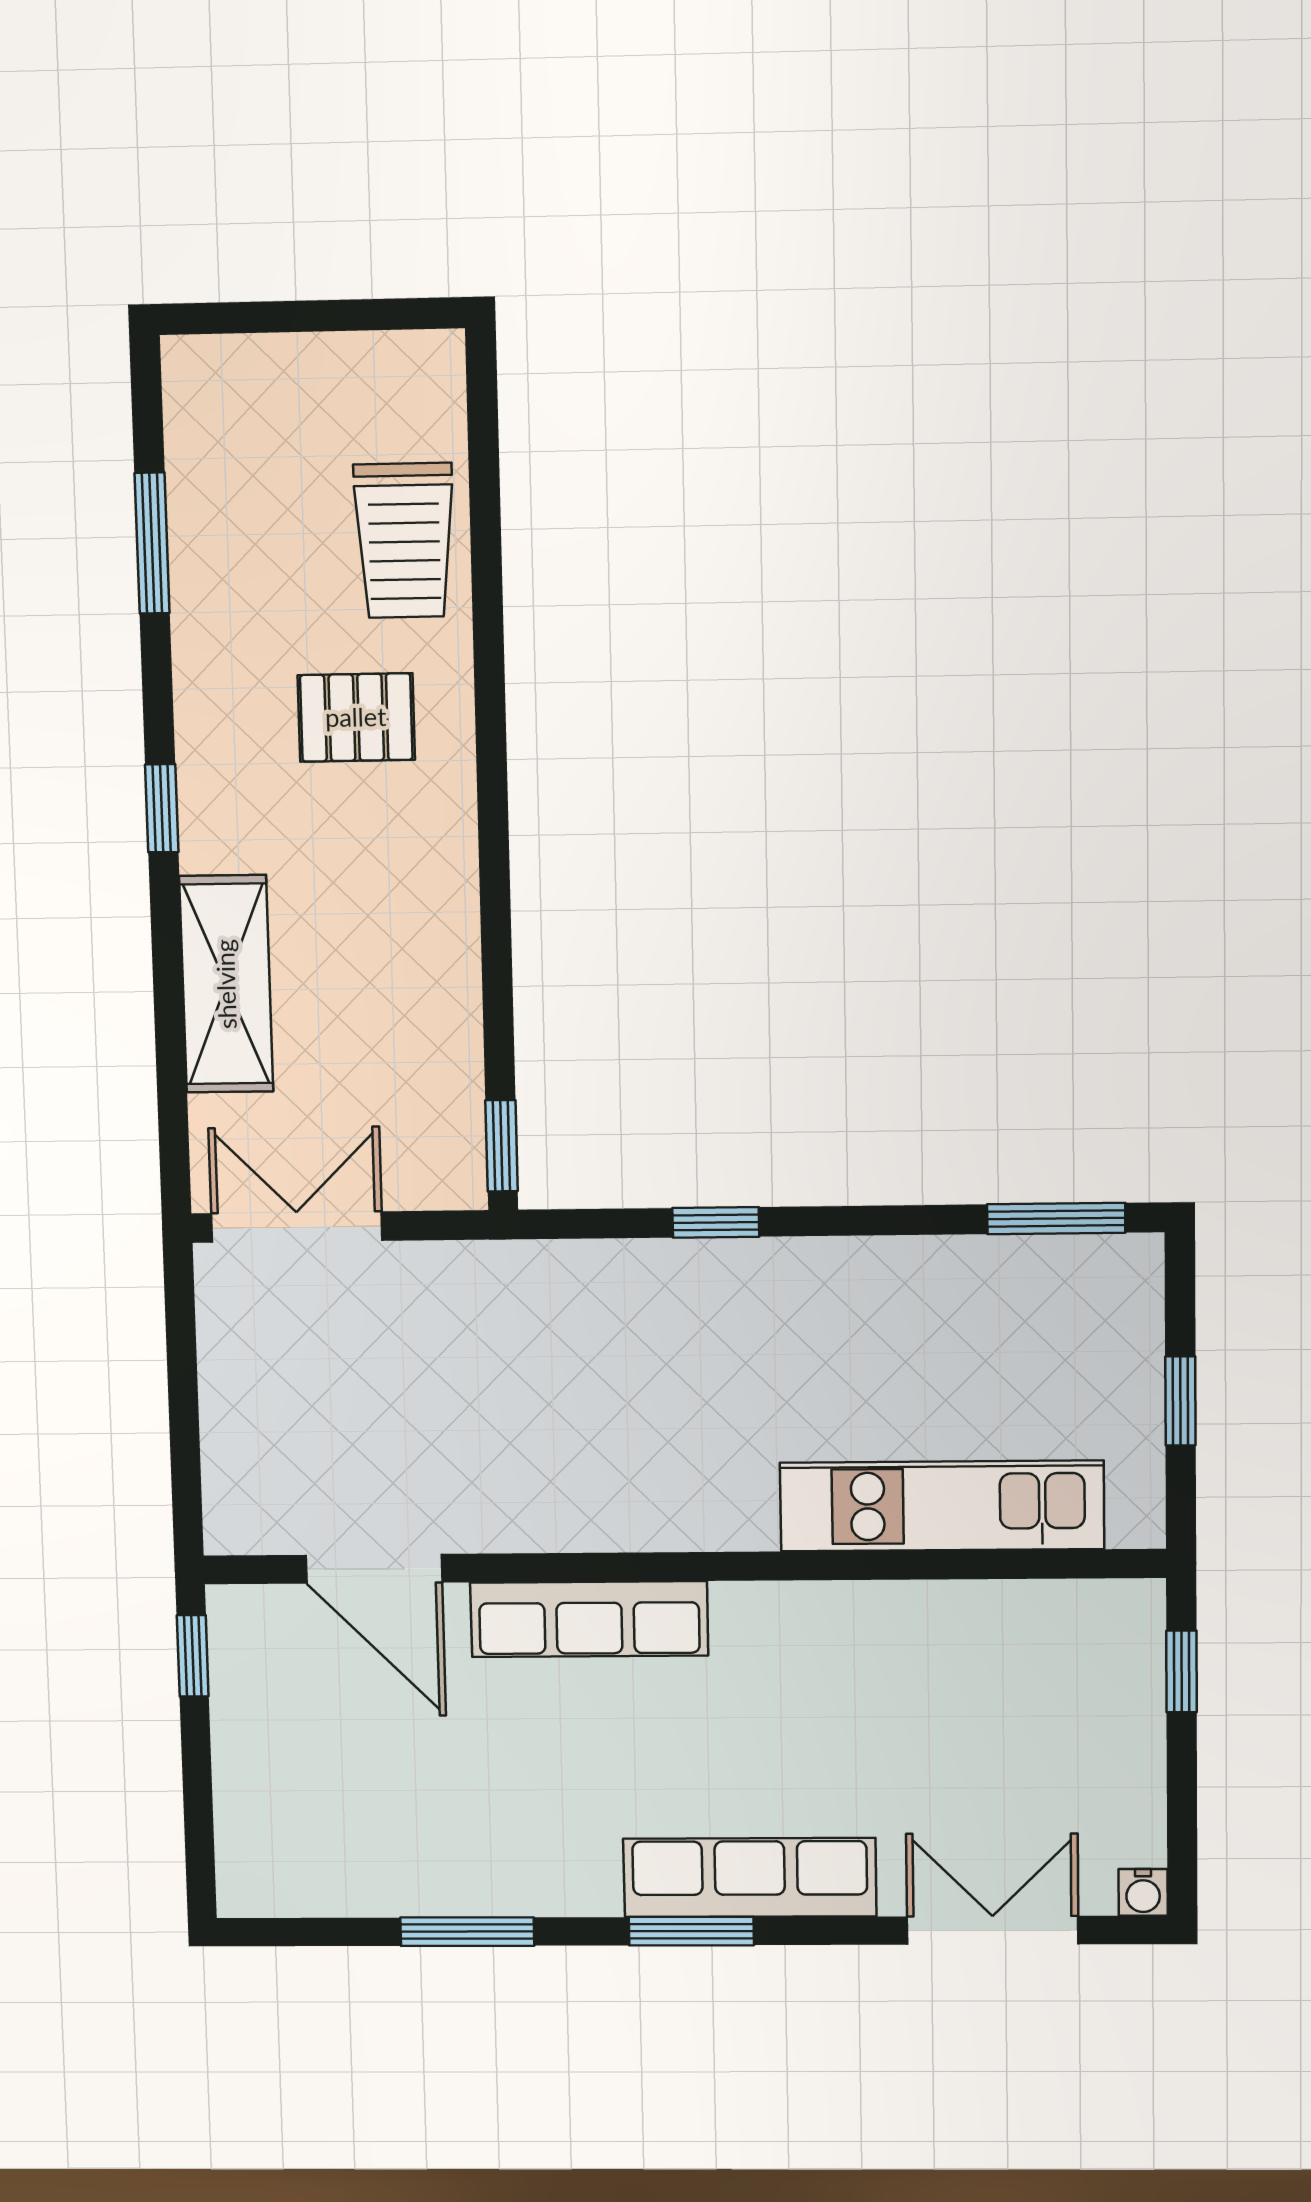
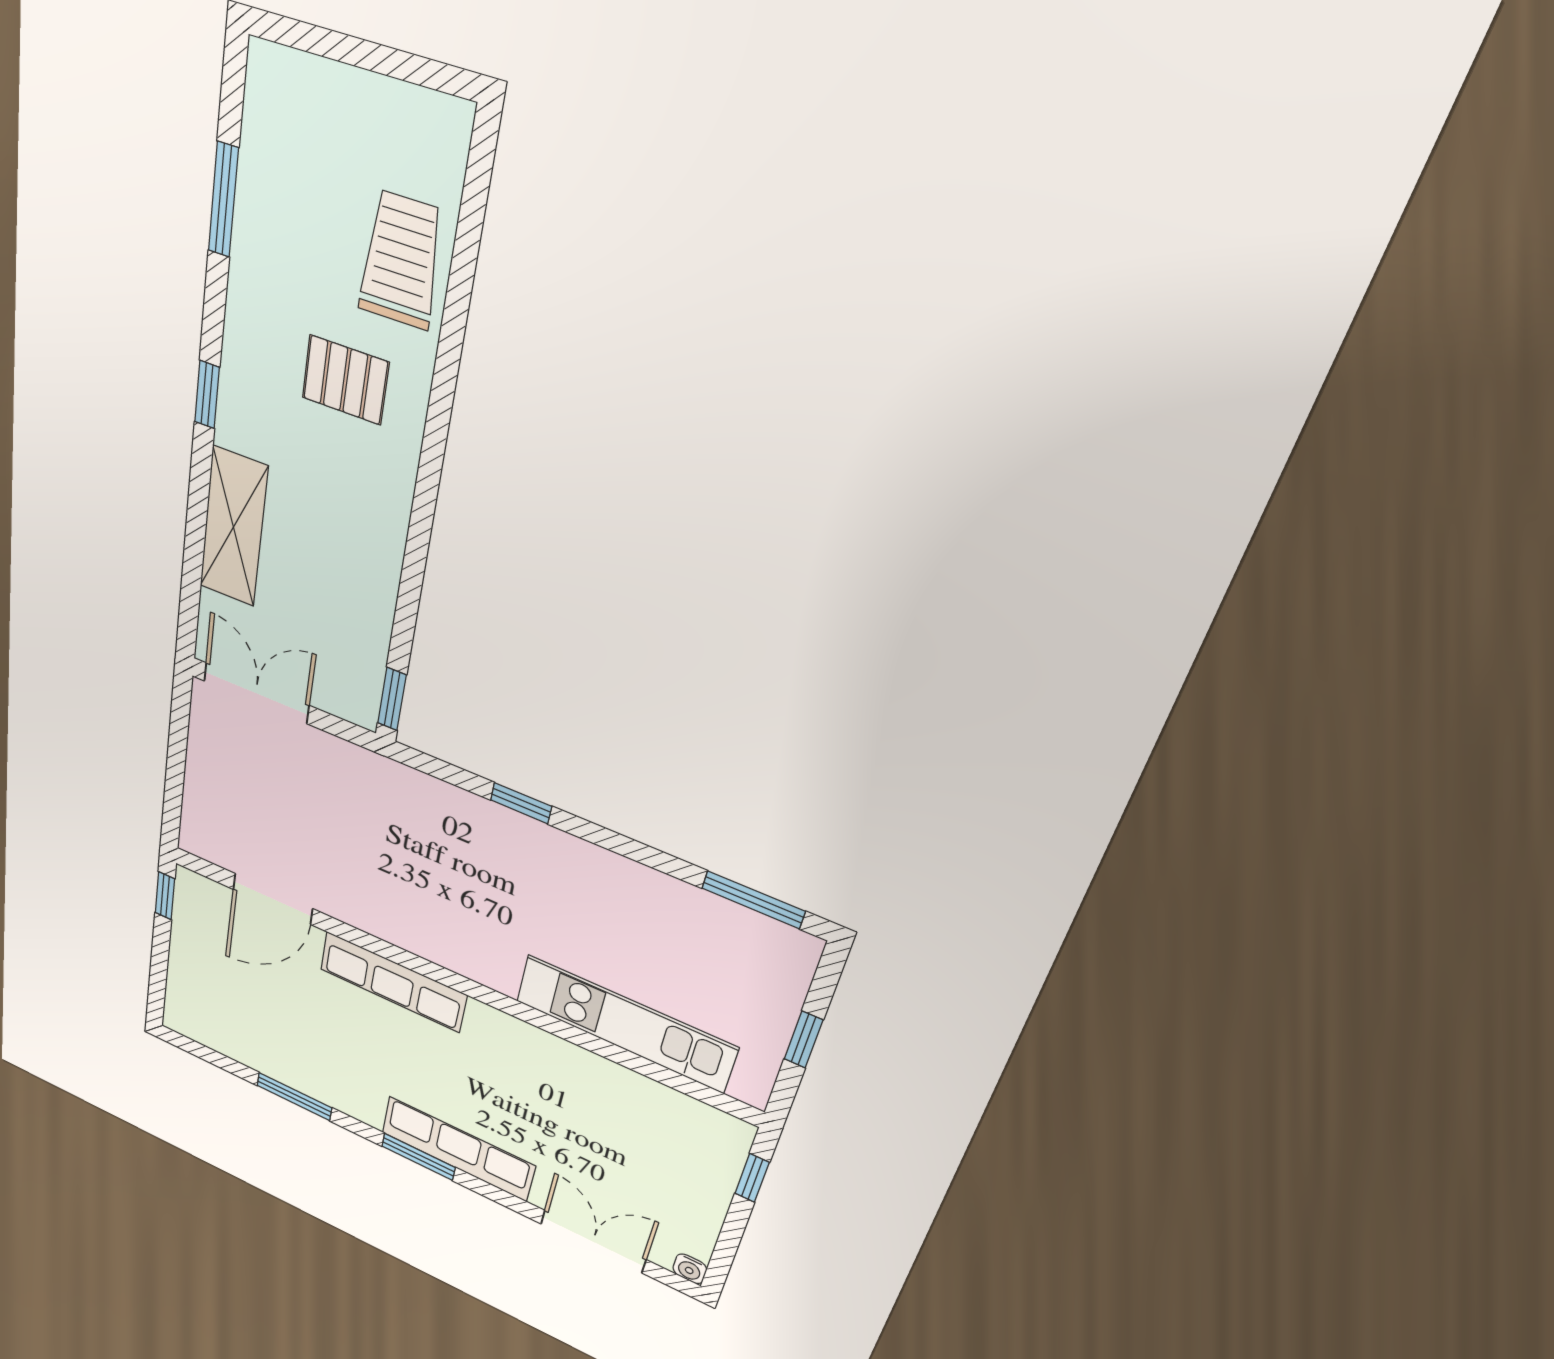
trolley: (404, 540) -> (401, 260), turned 180
door: (374, 1569) -> (273, 899), hinge flipped

